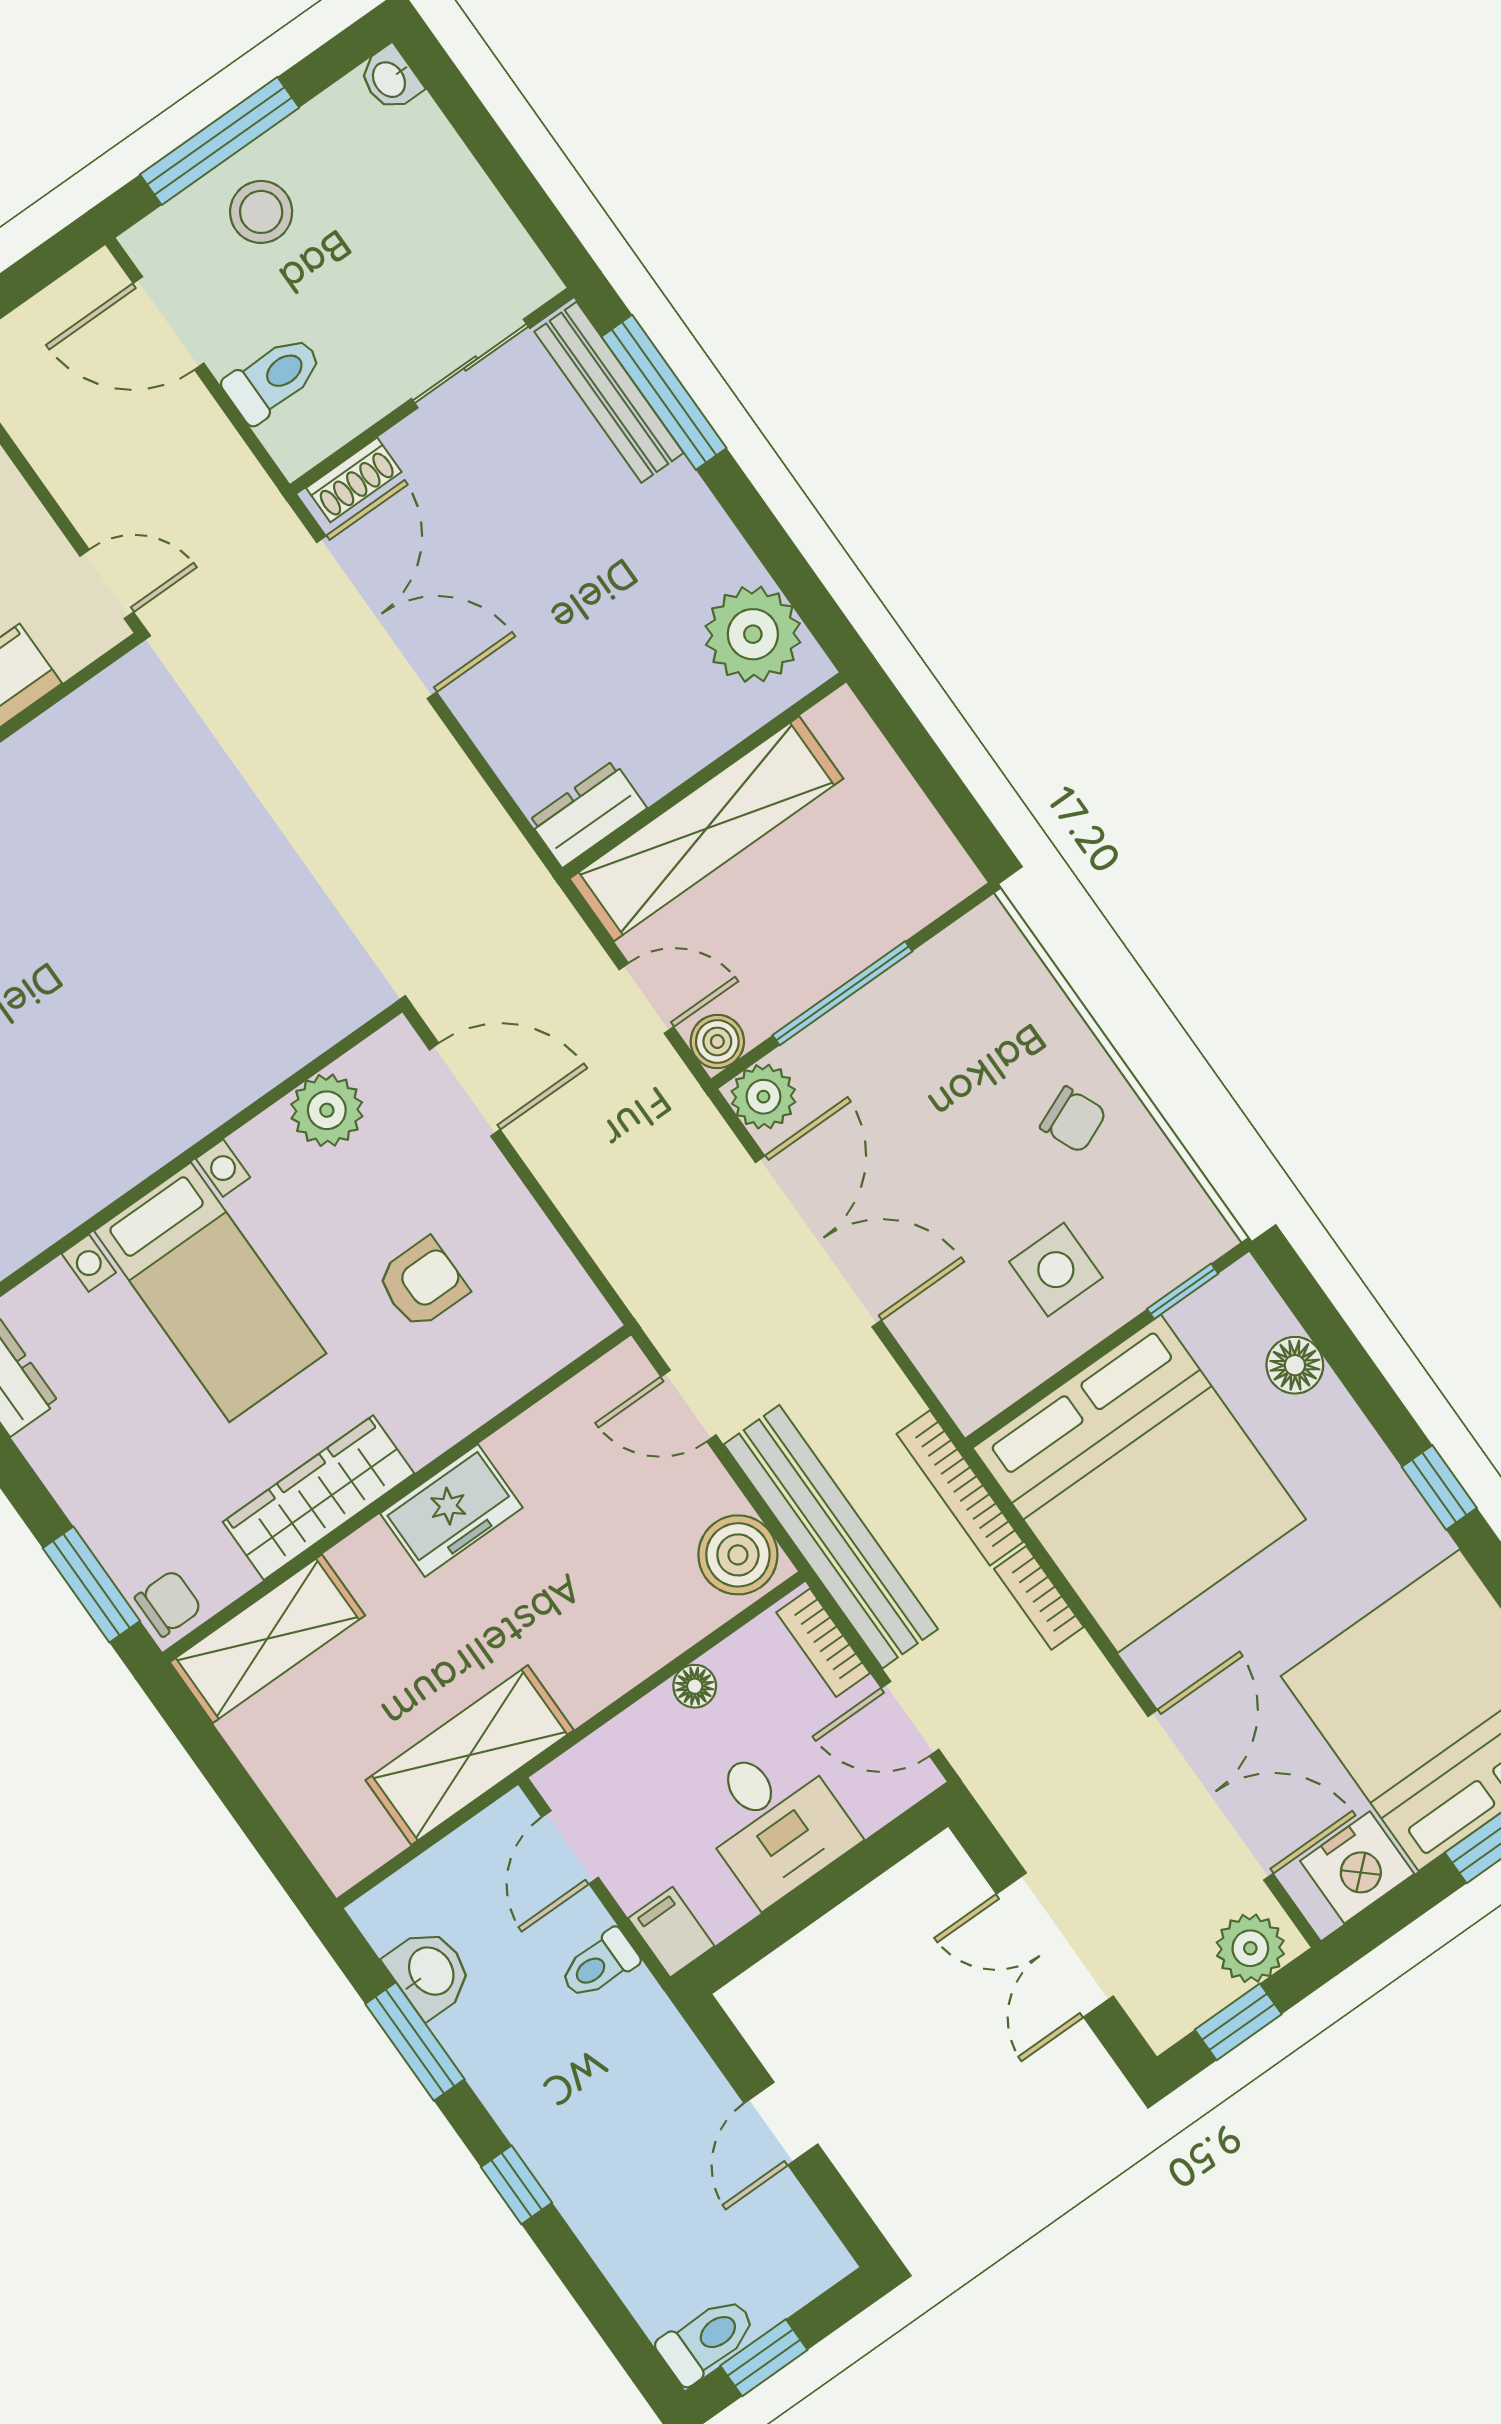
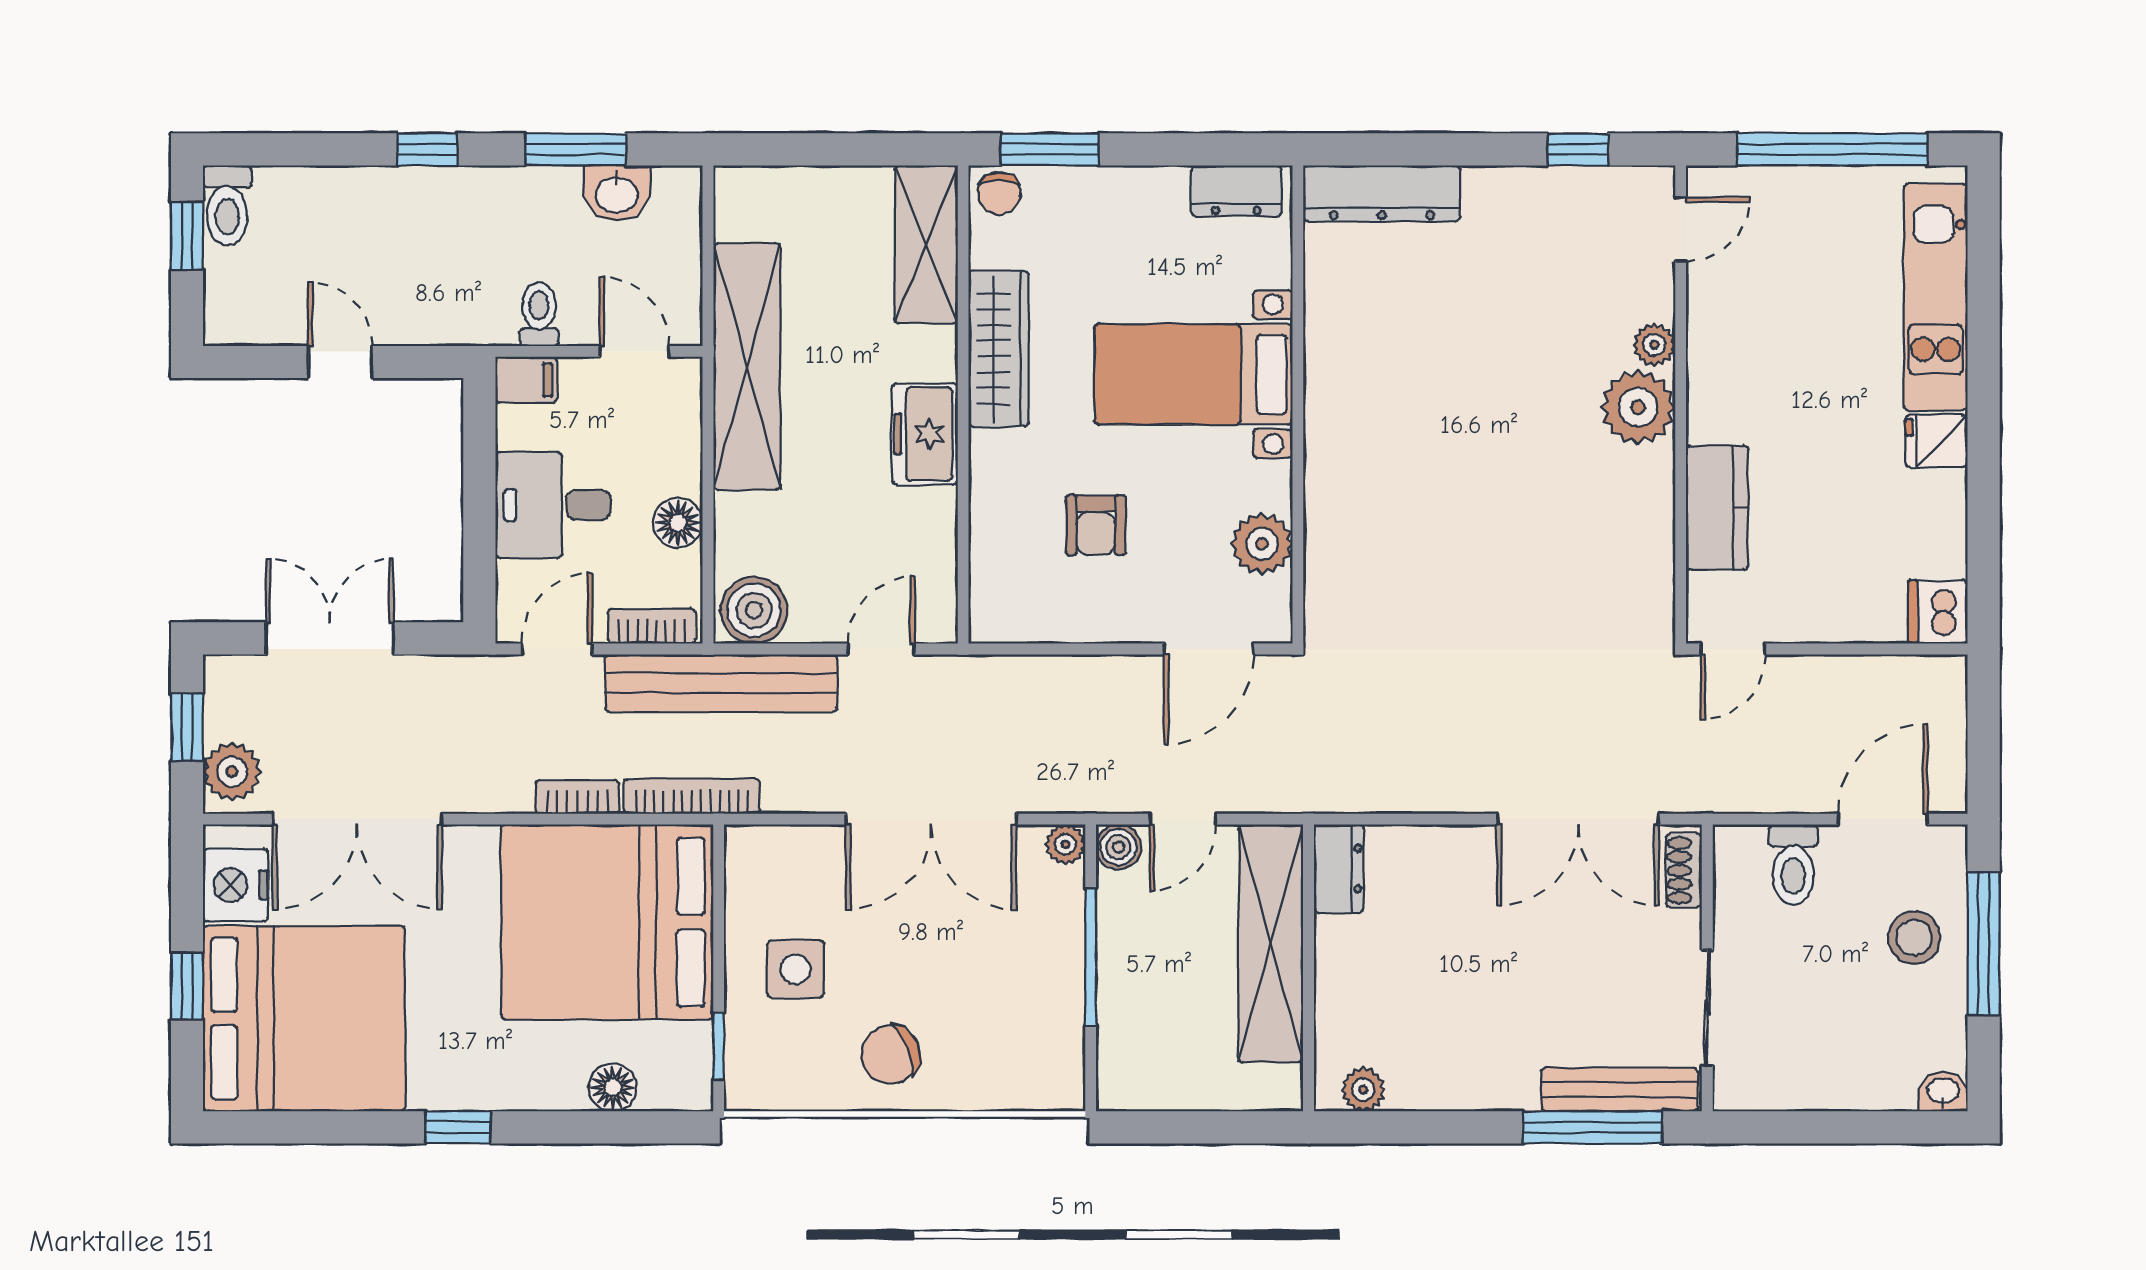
plant: (753, 634) -> (1363, 1090), width x0.53, depth x0.53
plant: (763, 1097) -> (1065, 844), width x0.73, depth x0.73
chair: (1073, 1120) -> (891, 1054), width x1.37, depth x1.37
floor lamp: (695, 1686) -> (678, 523), width x1.37, depth x1.37
shelving: (470, 1755) -> (747, 366), width x1.47

